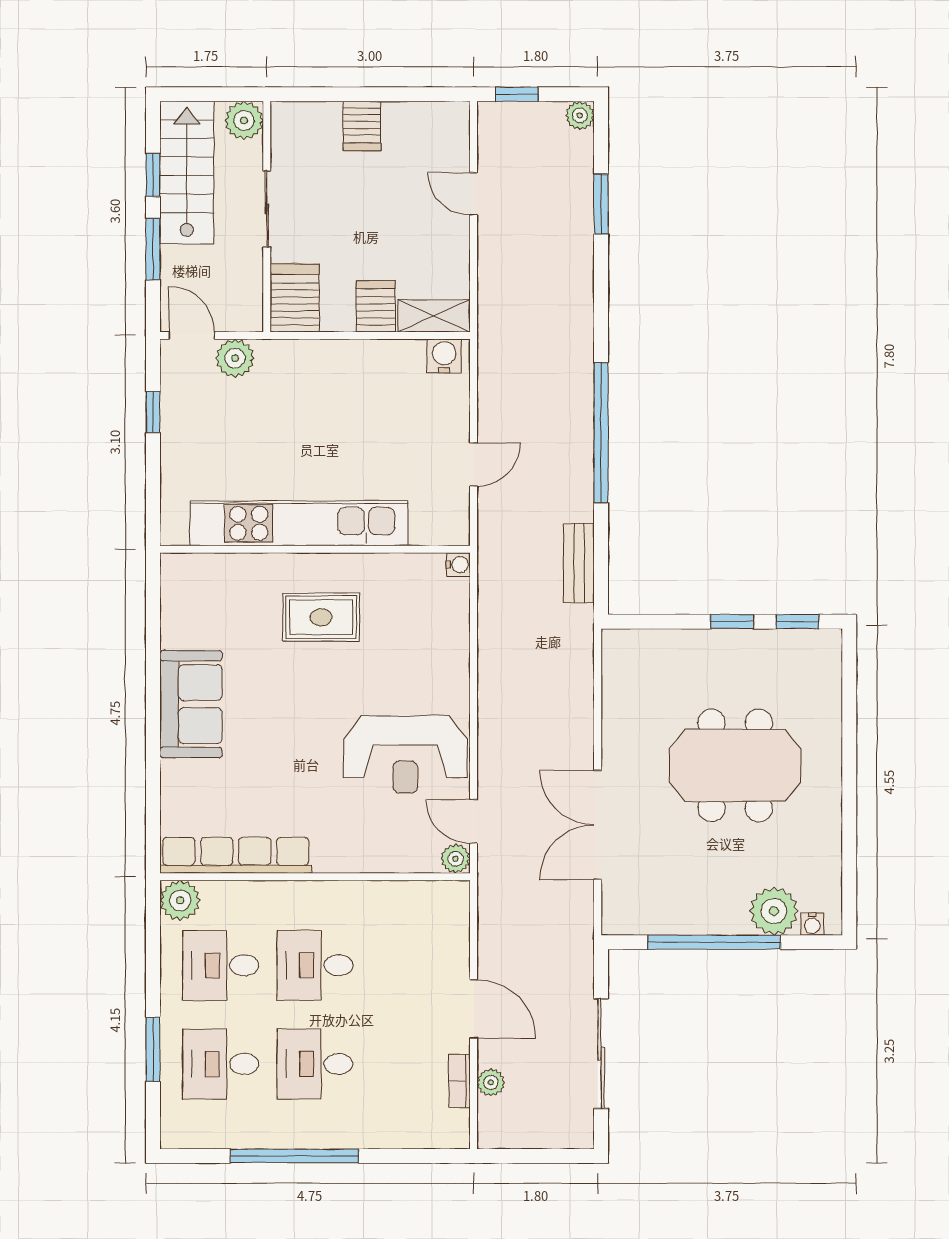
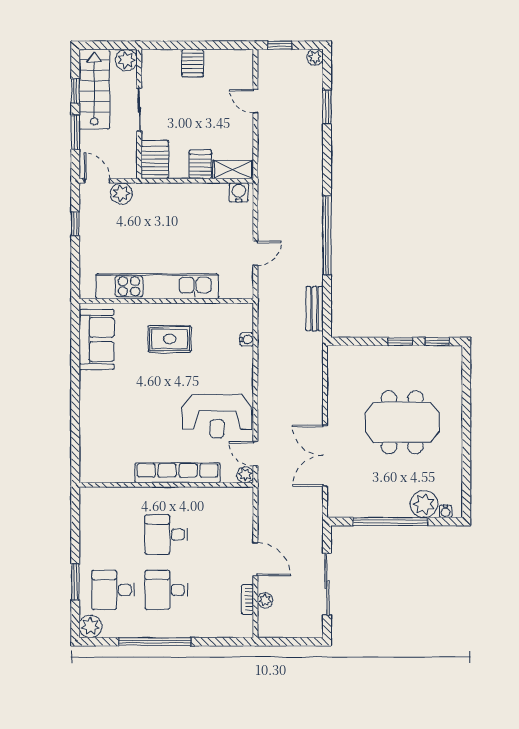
water cooler: (458, 565) -> (247, 340), moved
sofa: (191, 704) -> (97, 339), moved
row of seats: (236, 855) -> (178, 473), moved
plant: (180, 900) -> (90, 626), moved
desk: (221, 965) -> (113, 535), removed

